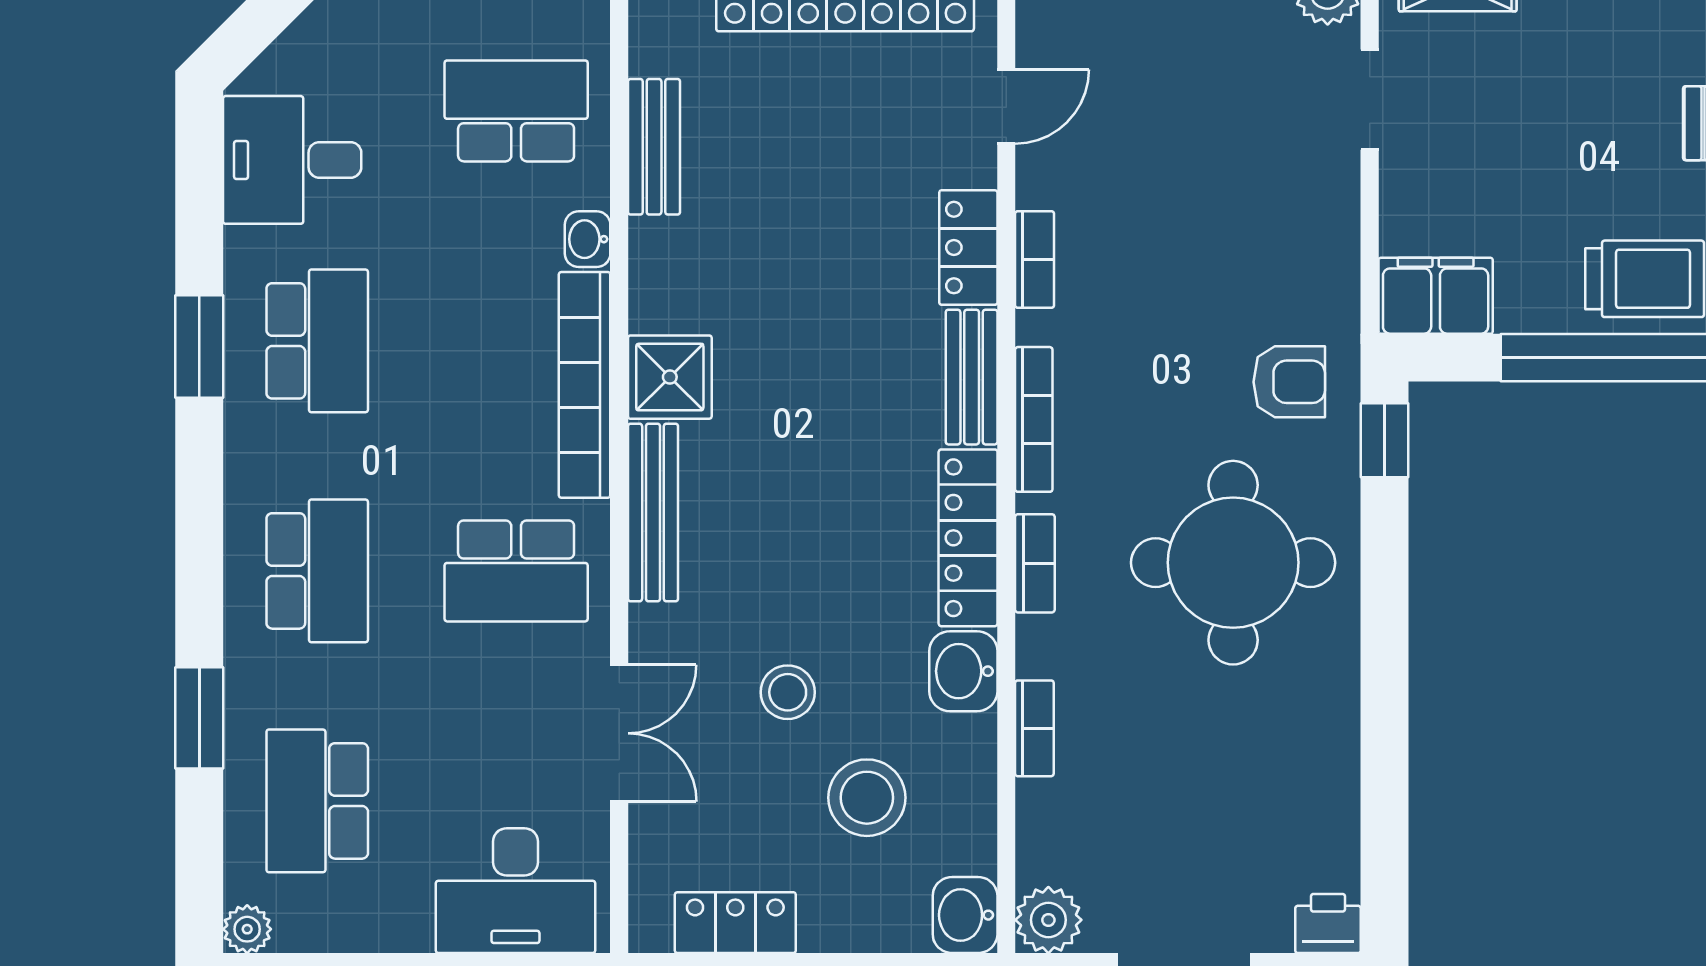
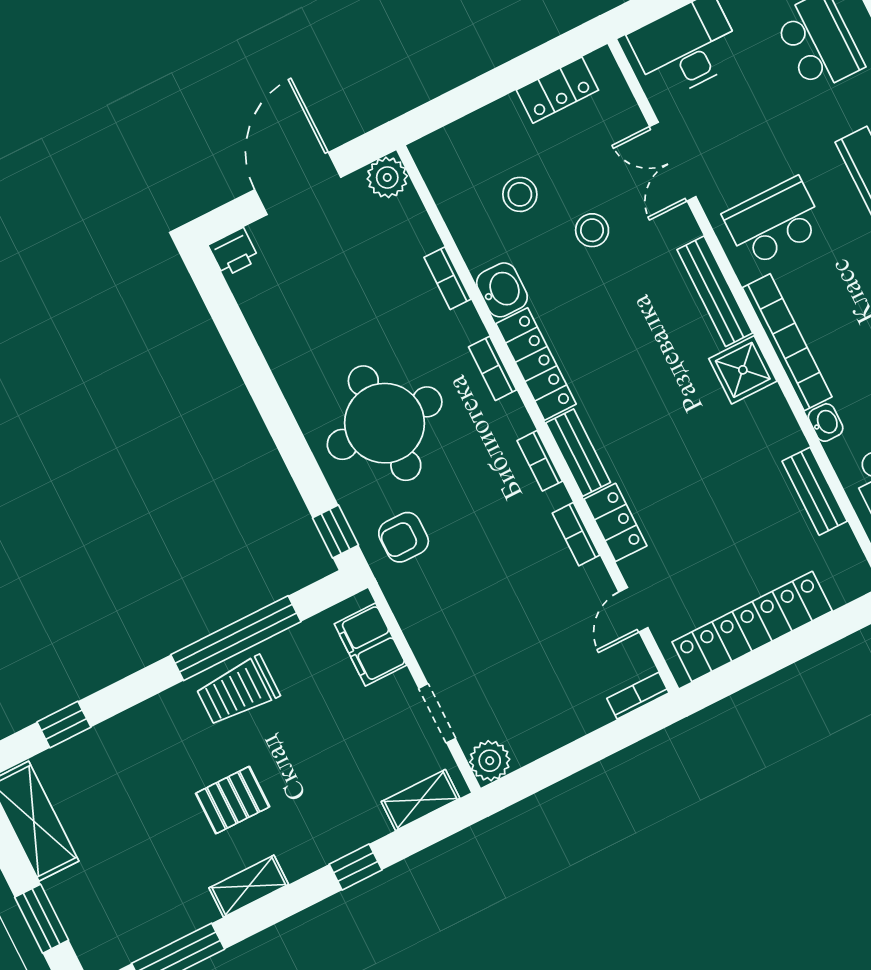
filing cabinet: (1436, 296) -> (370, 645), moved, turned 90
bookcase: (1034, 419) -> (540, 461), width x0.64
stool: (867, 798) -> (520, 194), width x0.73, depth x0.73
washbasin: (965, 915) -> (434, 157), removed

